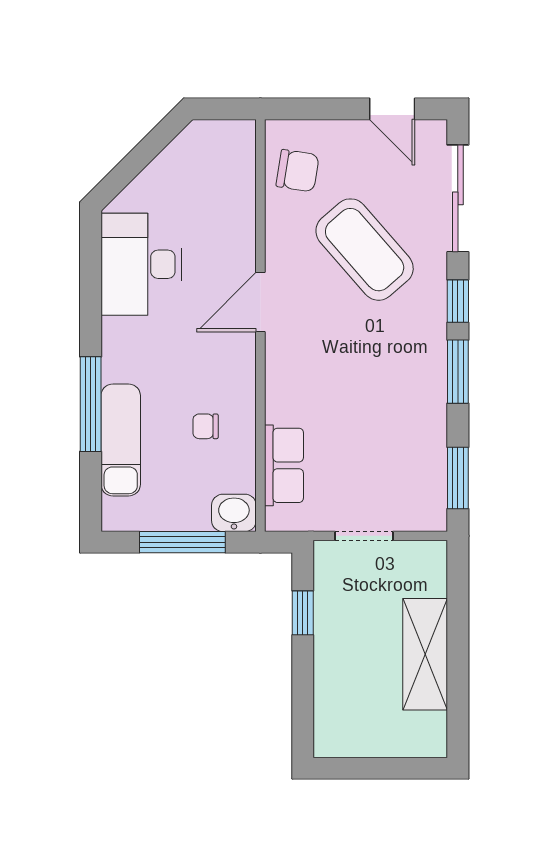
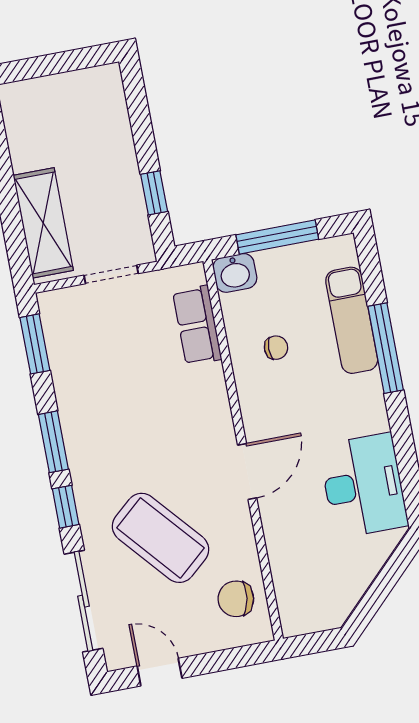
shelving: (425, 654) -> (43, 223), moved

